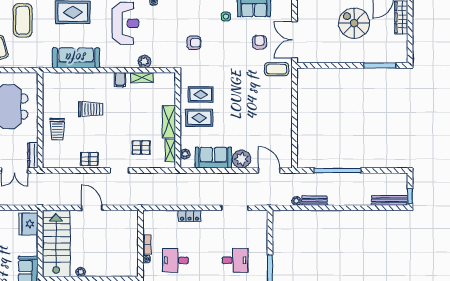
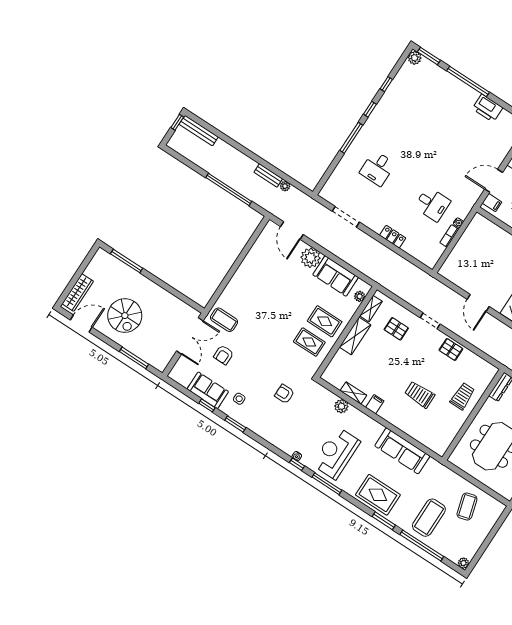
desk: (235, 260) -> (377, 168), turned -90

